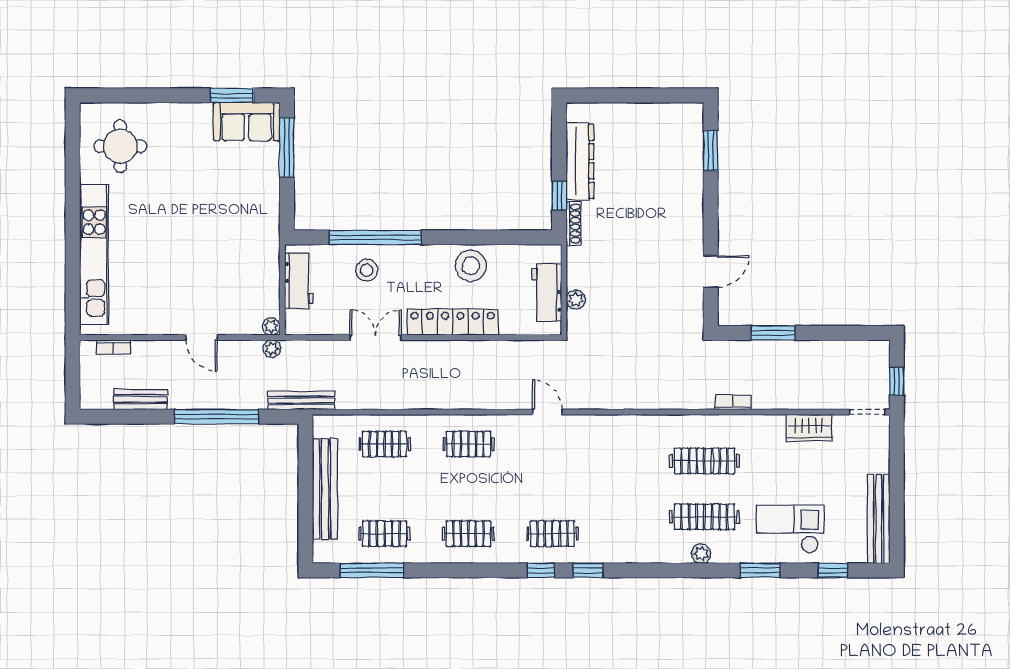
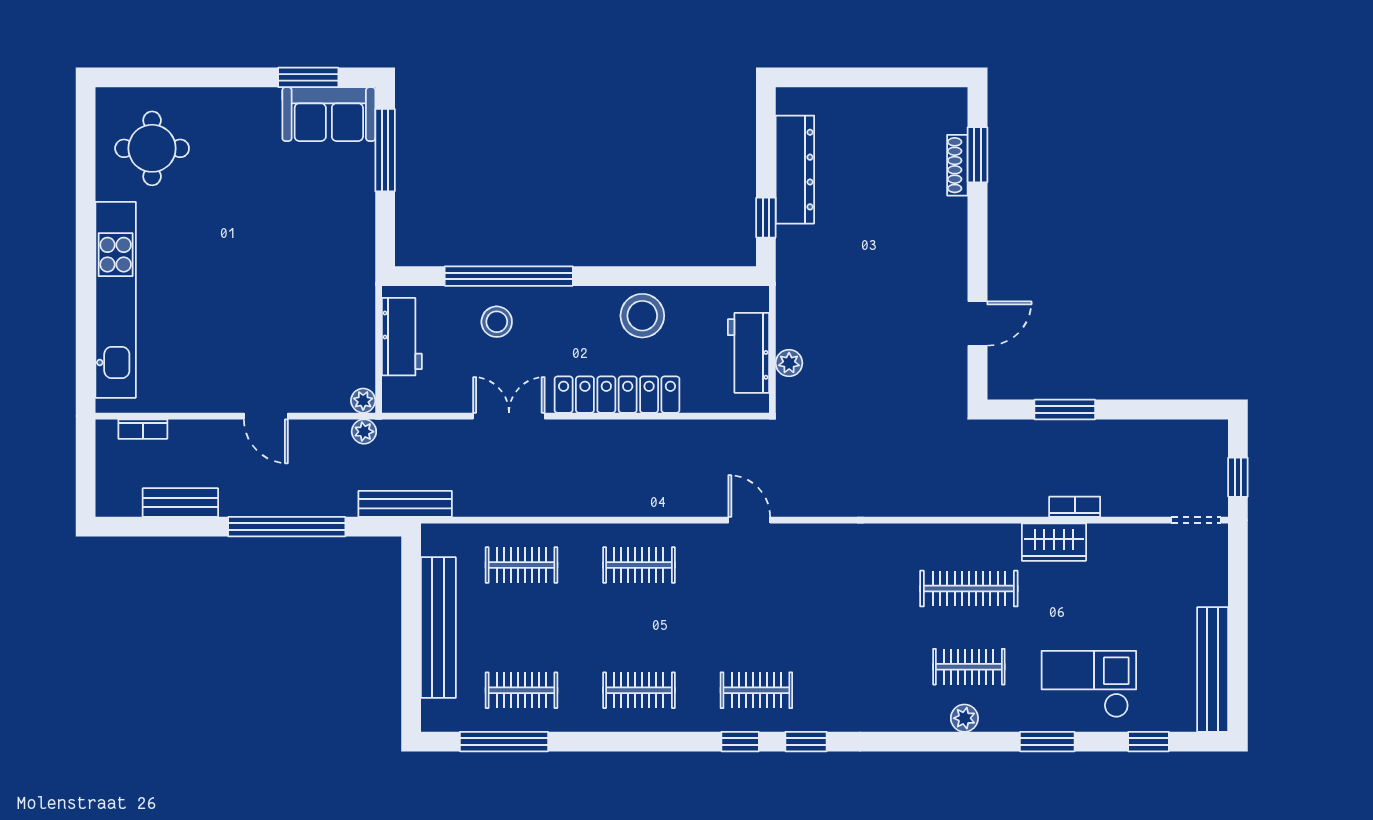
shoe rack: (574, 224) -> (957, 165), moved, turned 180
bookcase: (733, 402) -> (1075, 507), moved
wardrobe: (809, 428) -> (1054, 542), moved
clothes rail: (704, 517) -> (969, 667), width x0.73

